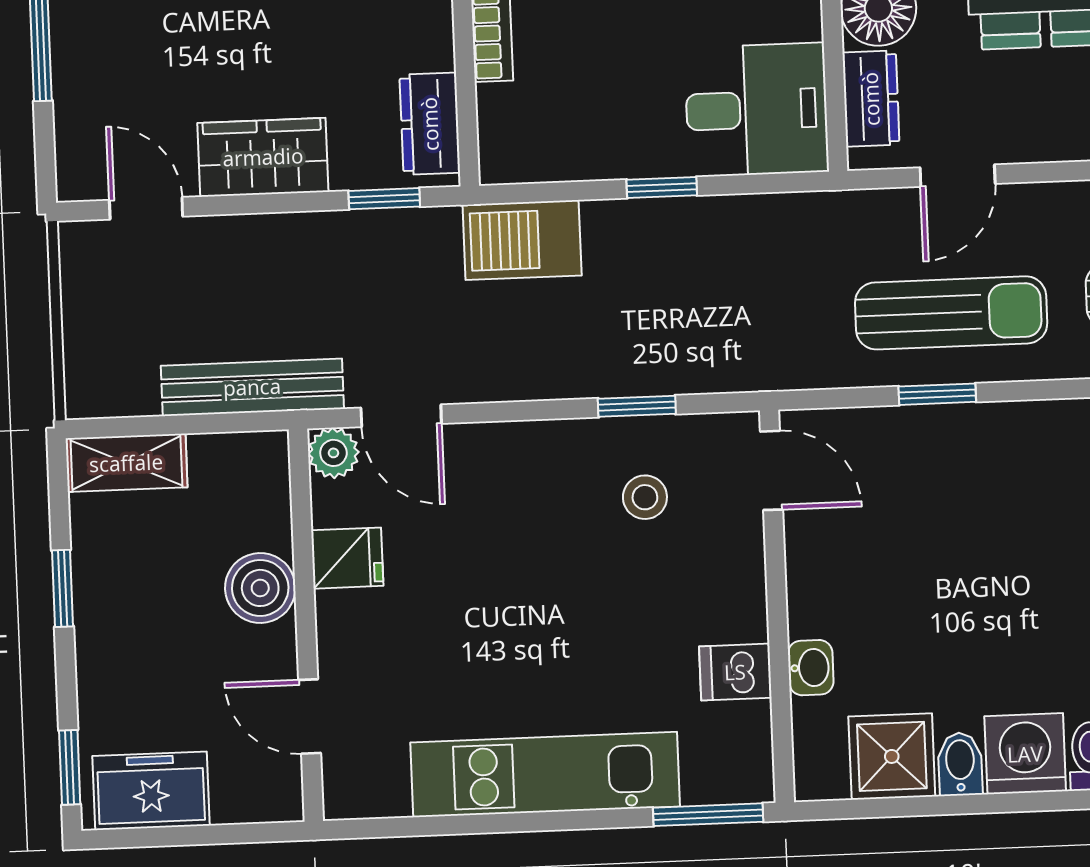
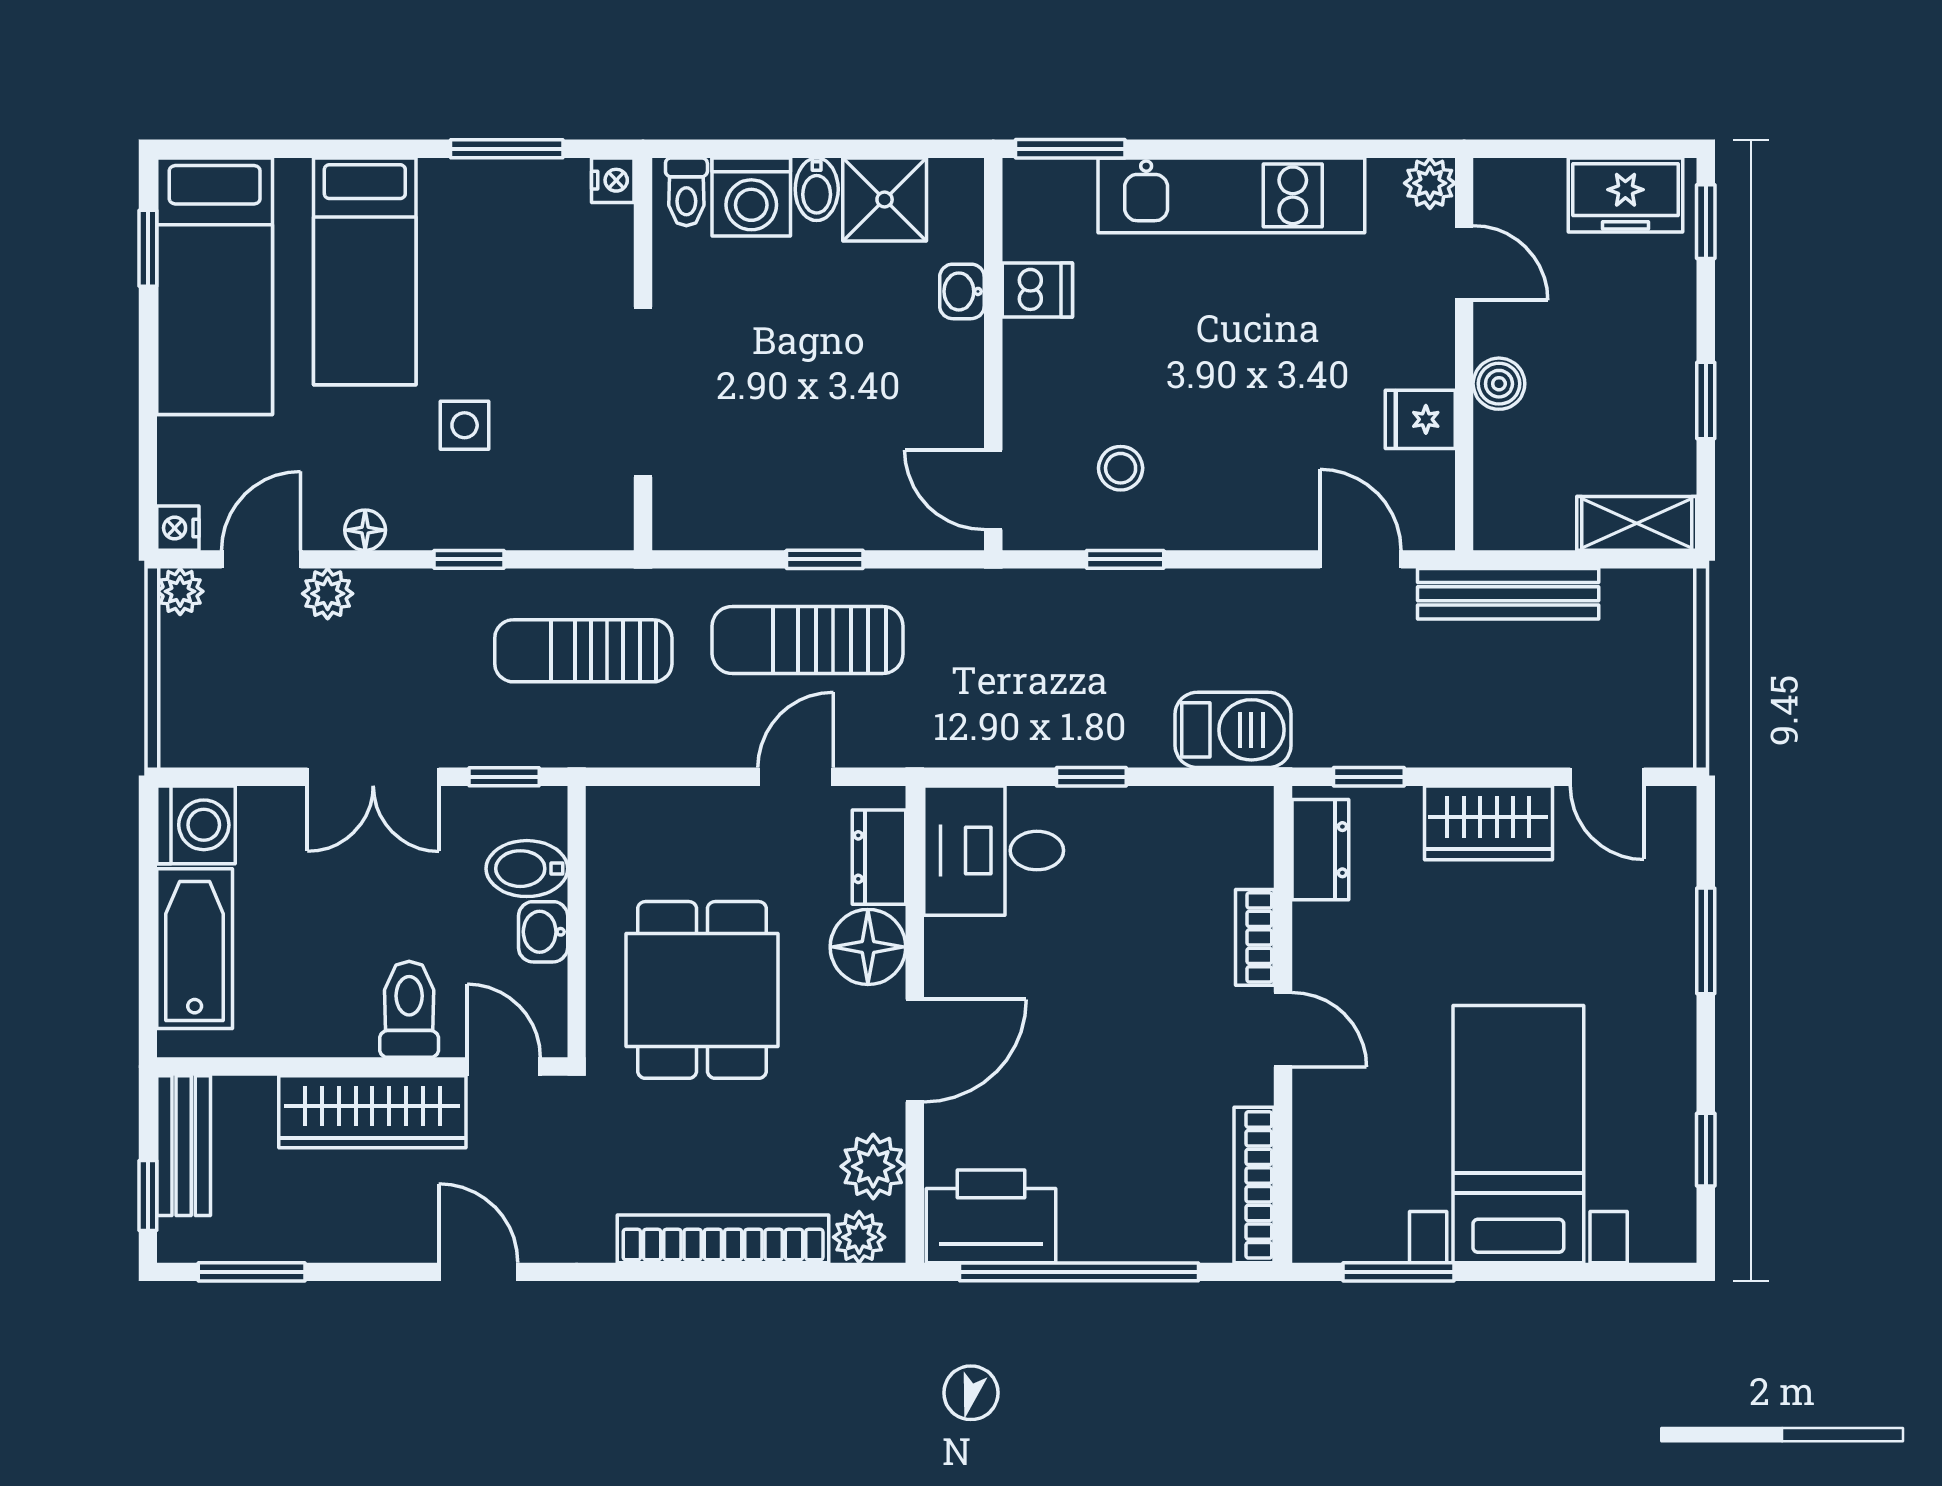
plant: (333, 453) -> (1430, 183), moved
boiler: (260, 588) -> (1499, 384), width x0.73, depth x0.73

